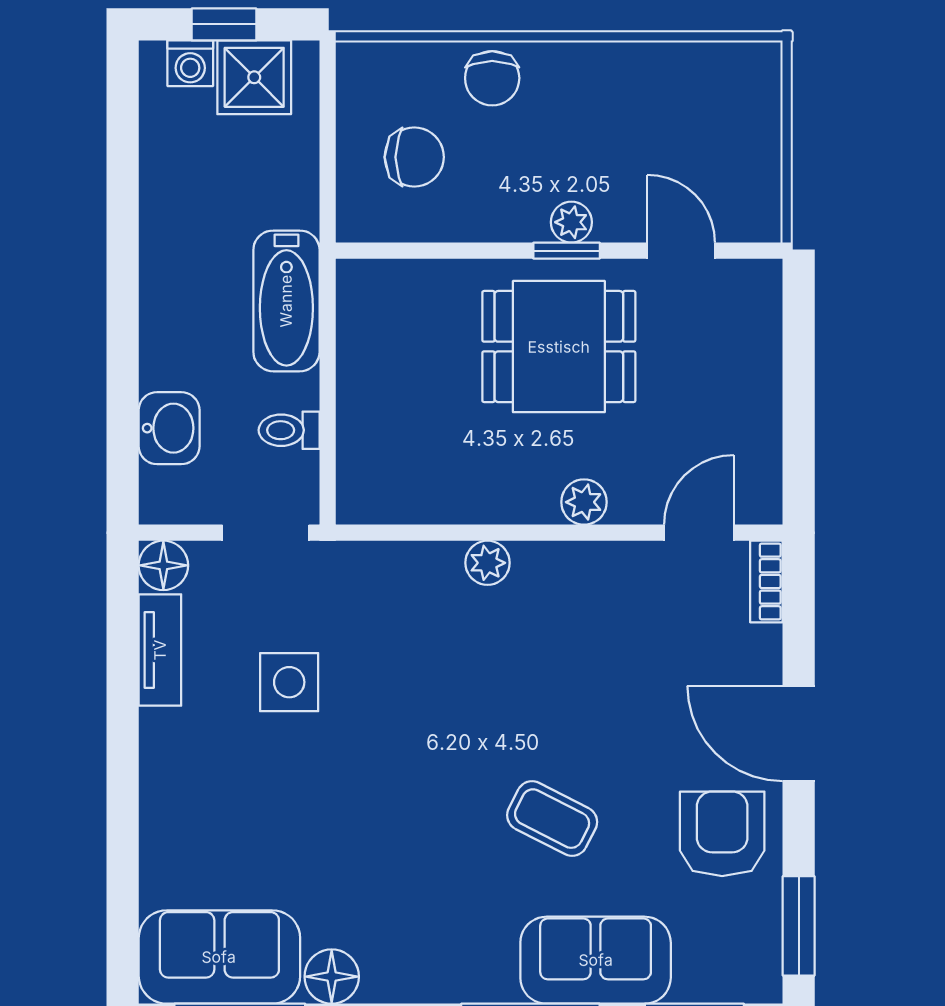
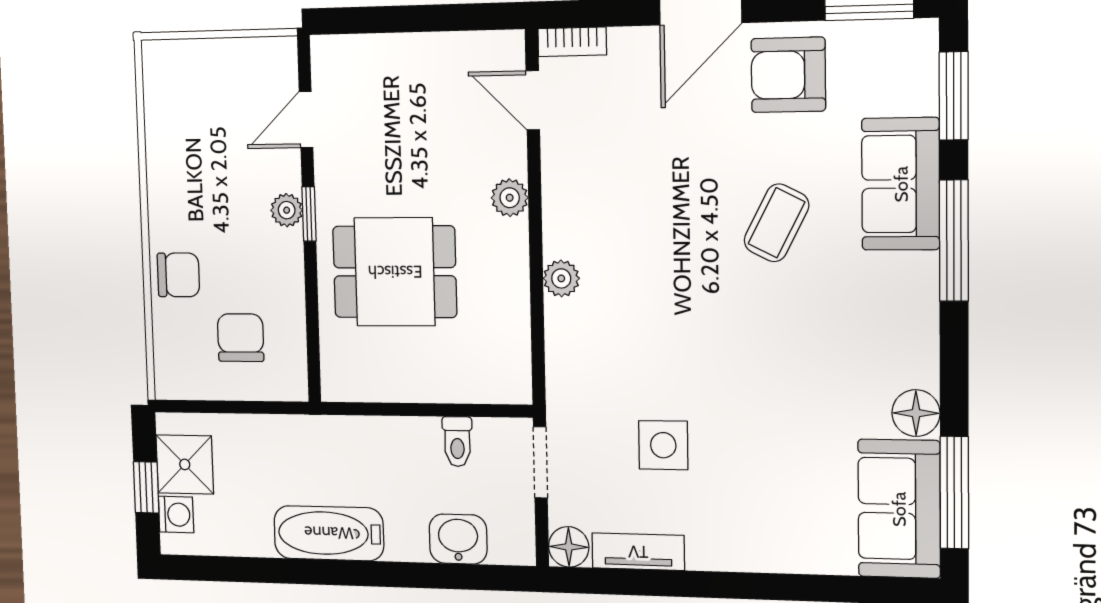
bathtub: (286, 301) -> (329, 533), moved, turned 180
dining table: (559, 347) -> (395, 272), moved, turned 90

